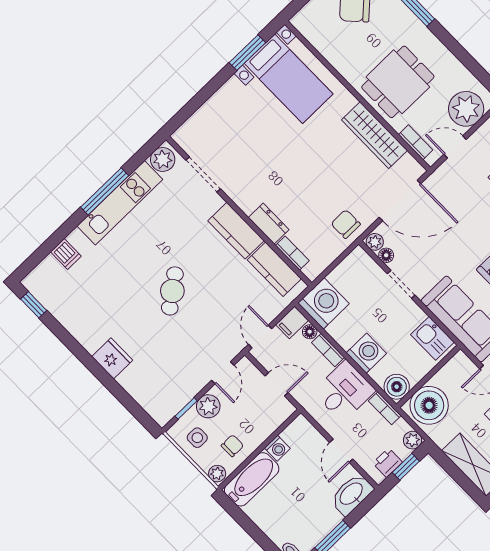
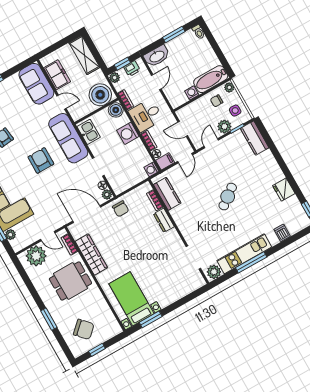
kitchen counter: (236, 231) -> (255, 138), moved, turned 180
washing machine: (324, 303) -> (151, 169), width x0.53, depth x0.53
fridge: (112, 358) -> (284, 190), moved

